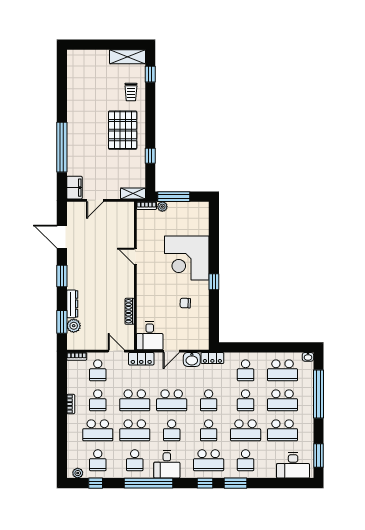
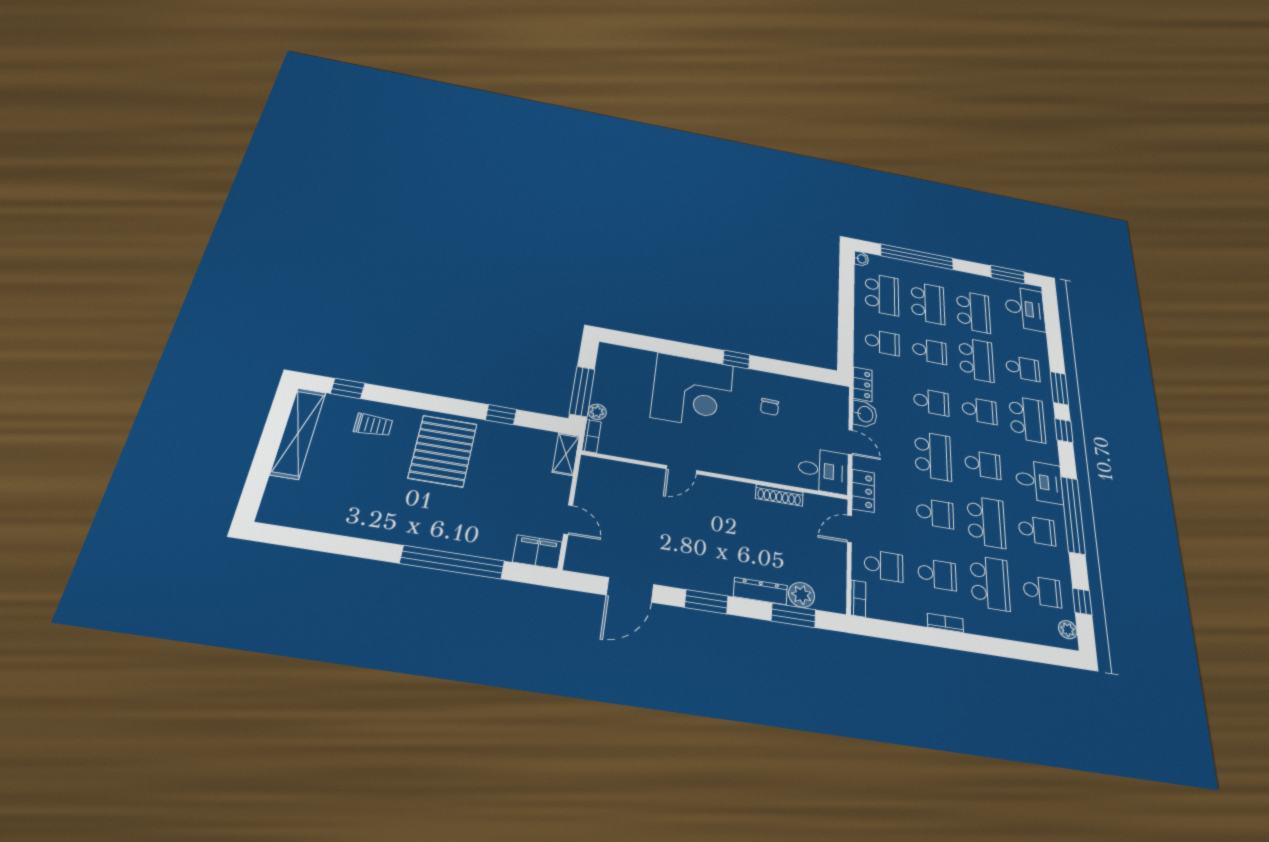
shelving: (127, 57) -> (298, 433), width x1.47
pallet: (123, 130) -> (443, 451), turned 90
school desk: (135, 400) -> (935, 513), width x0.54

